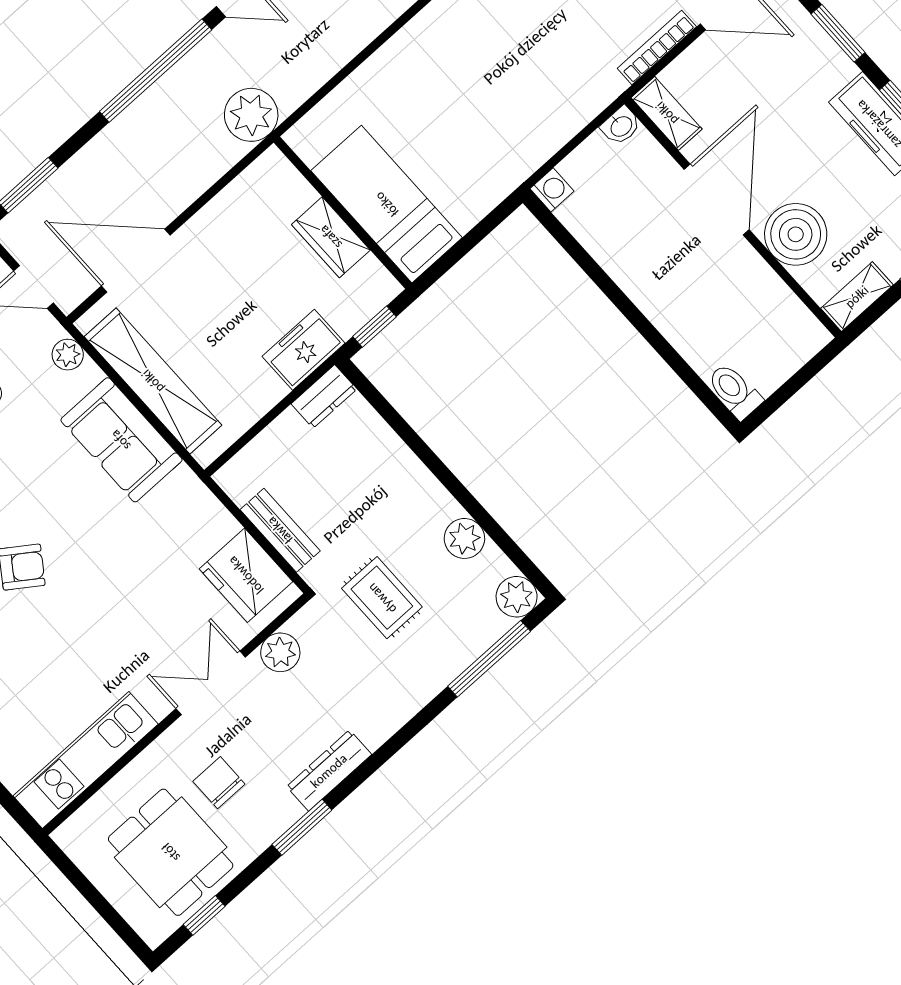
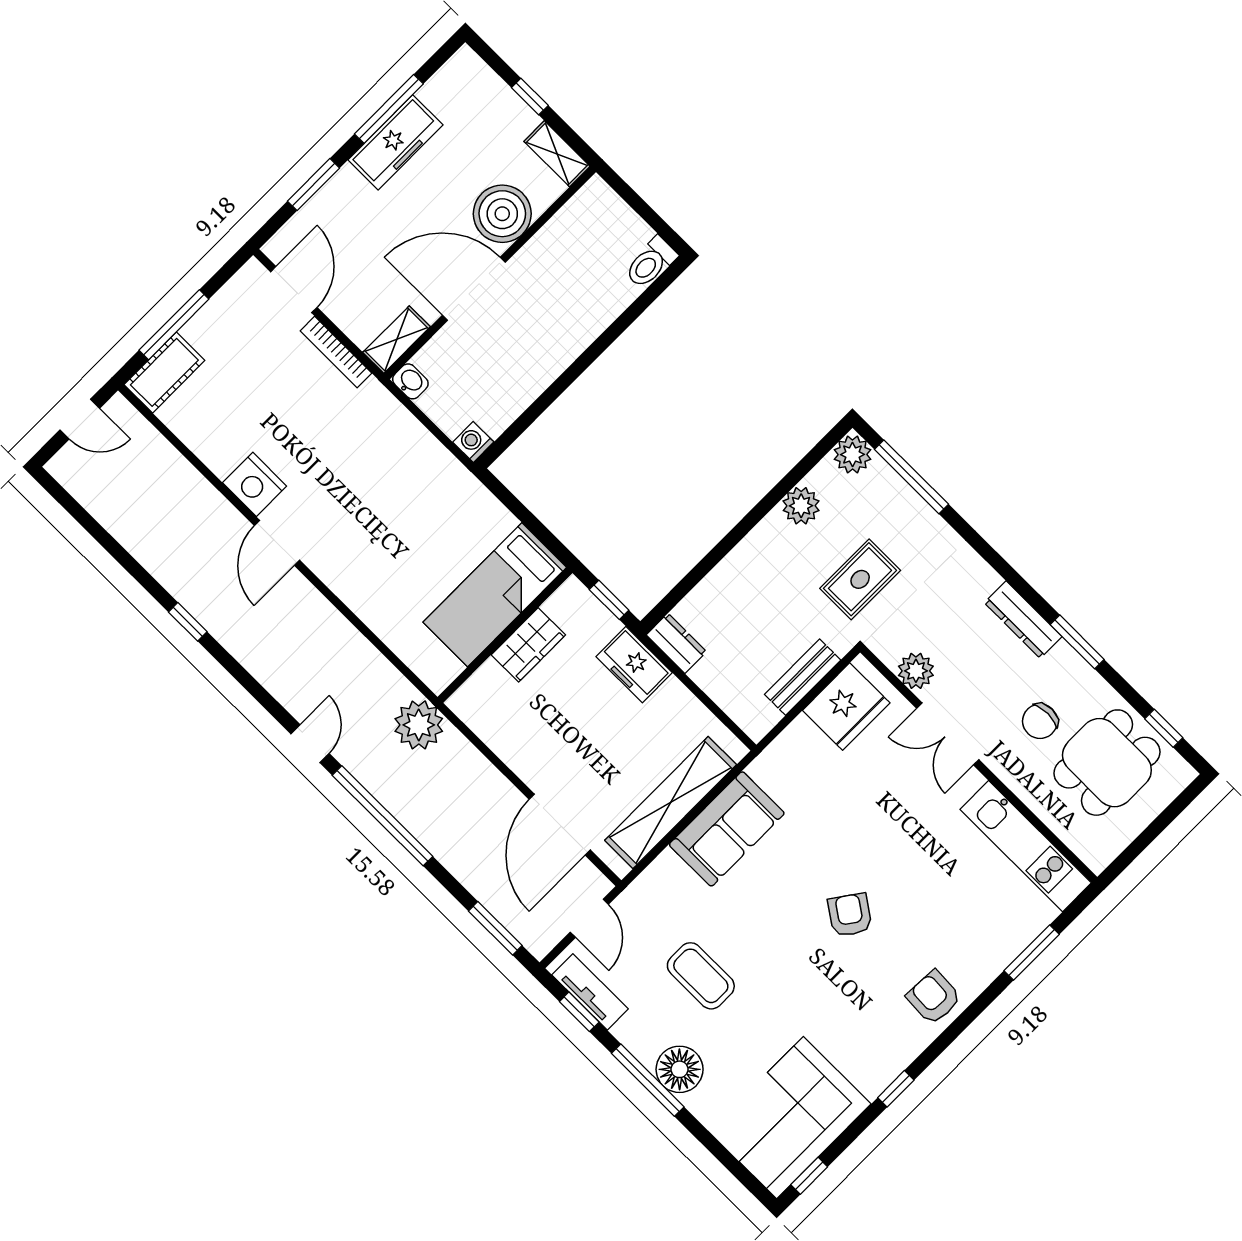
plant: (68, 355) -> (650, 883), removed

